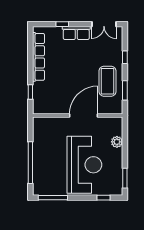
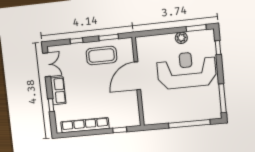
door: (84, 115) -> (137, 76), hinge flipped
plant: (117, 142) -> (181, 38), moved

